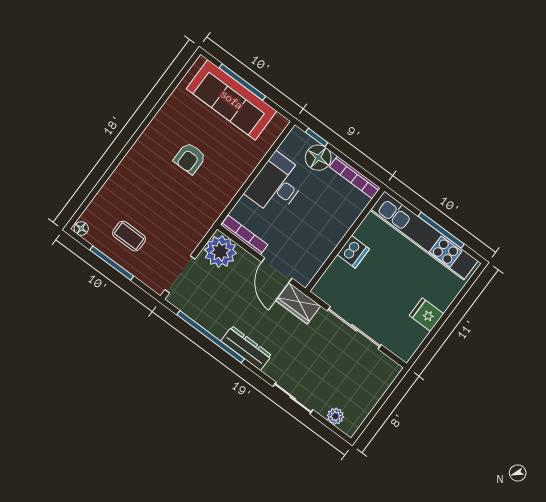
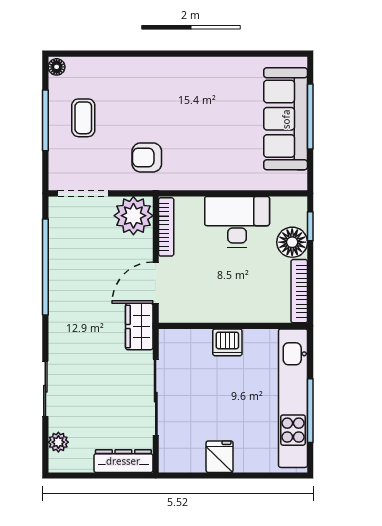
armchair: (190, 158) -> (147, 157), moved
dresser: (246, 348) -> (123, 461), moved, turned -90

